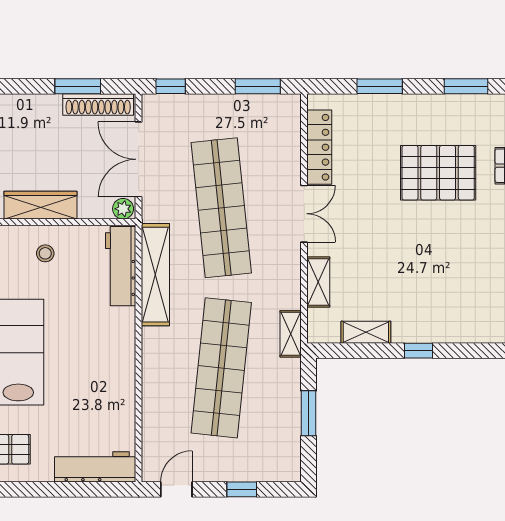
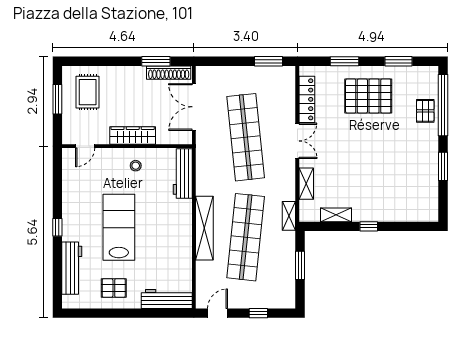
window: (171, 86) -> (214, 61), removed
pallet: (438, 173) -> (368, 96), moved
plant: (123, 209) -> (184, 138), removed
shelving: (155, 275) -> (204, 228), moved

